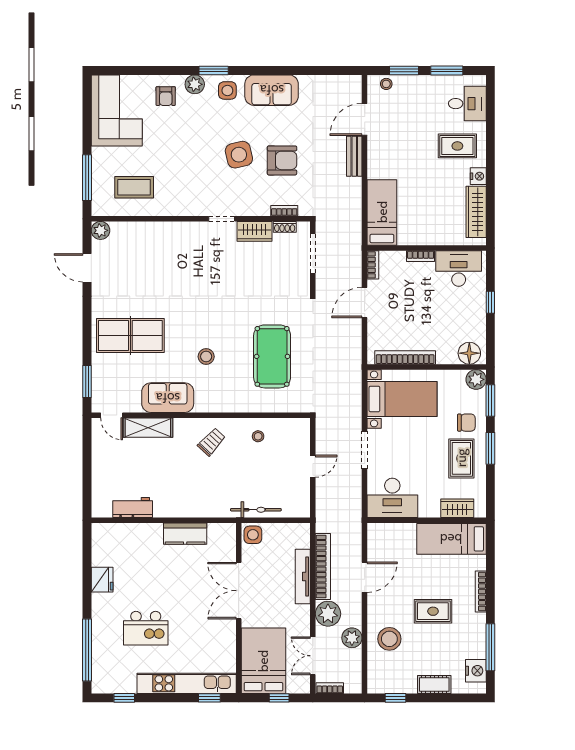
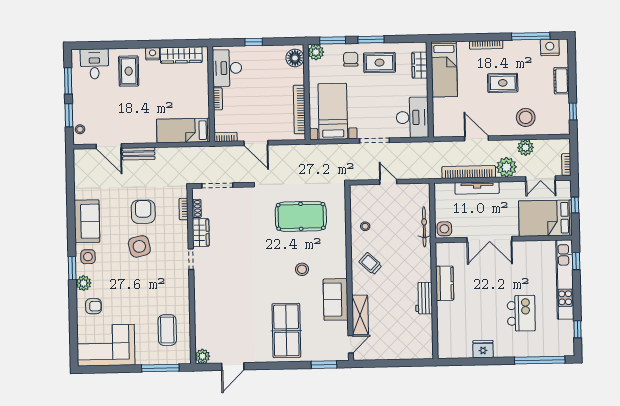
workbench: (133, 508) -> (424, 298), moved
rug: (433, 611) -> (503, 83), turned 90

